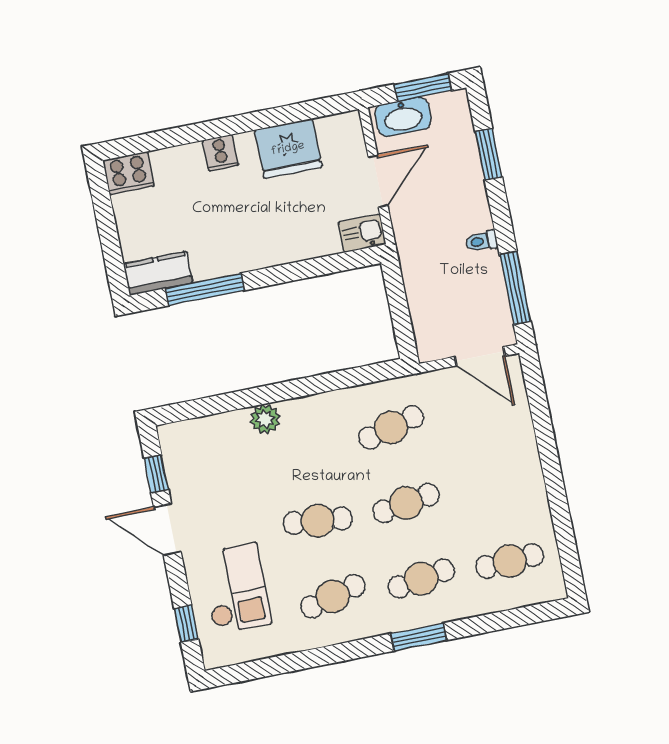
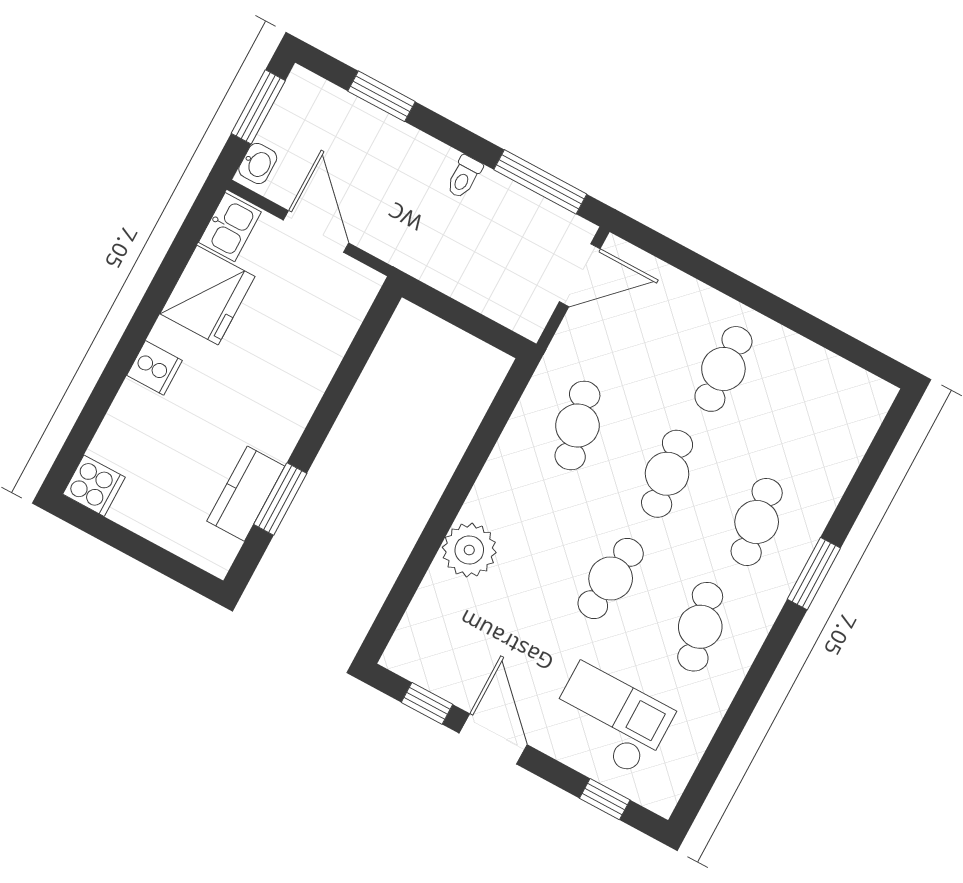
washbasin: (403, 117) -> (258, 164), width x0.52, depth x0.69
cooker: (128, 173) -> (94, 486), width x0.73
kitchen sink: (362, 233) -> (230, 227), moved, turned 180
kitchen counter: (158, 273) -> (246, 494), moved
window: (205, 289) -> (280, 499), width x0.69
plant: (265, 419) -> (469, 550), width x1.36, depth x1.36
door: (167, 530) -> (493, 739), swing flipped
cafe table: (510, 561) -> (723, 369), moved

